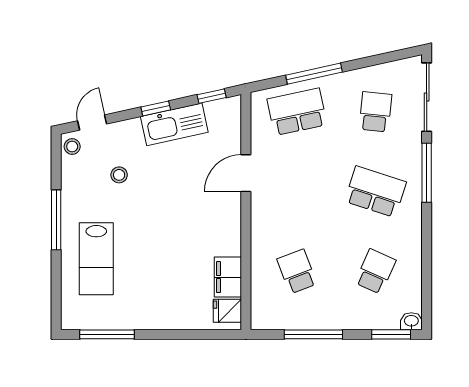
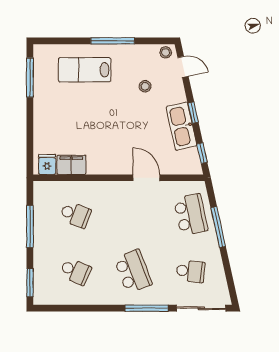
school desk: (375, 192) -> (133, 271), turned -39
school desk: (297, 271) -> (75, 215), turned 42
washbasin: (411, 321) -> (39, 297), removed

